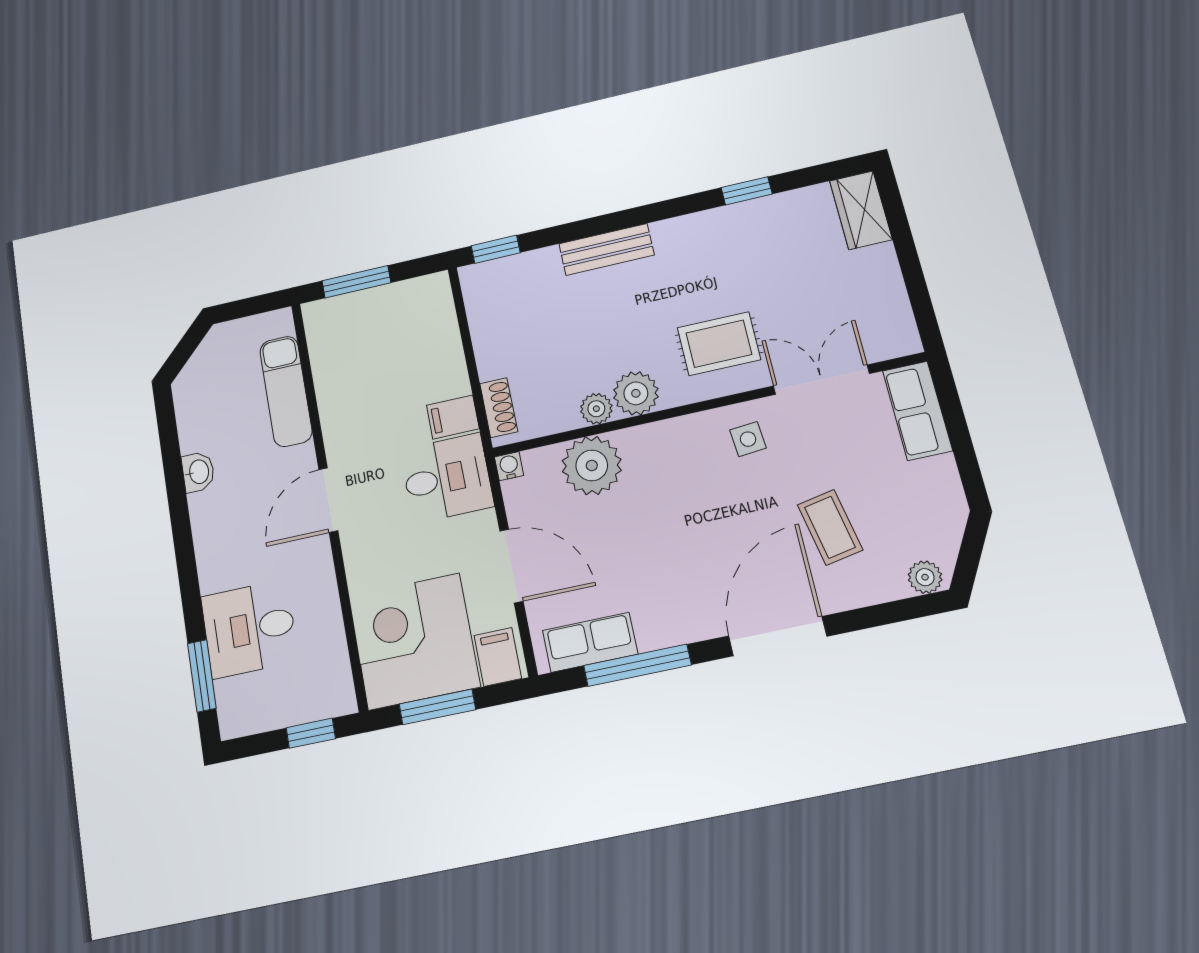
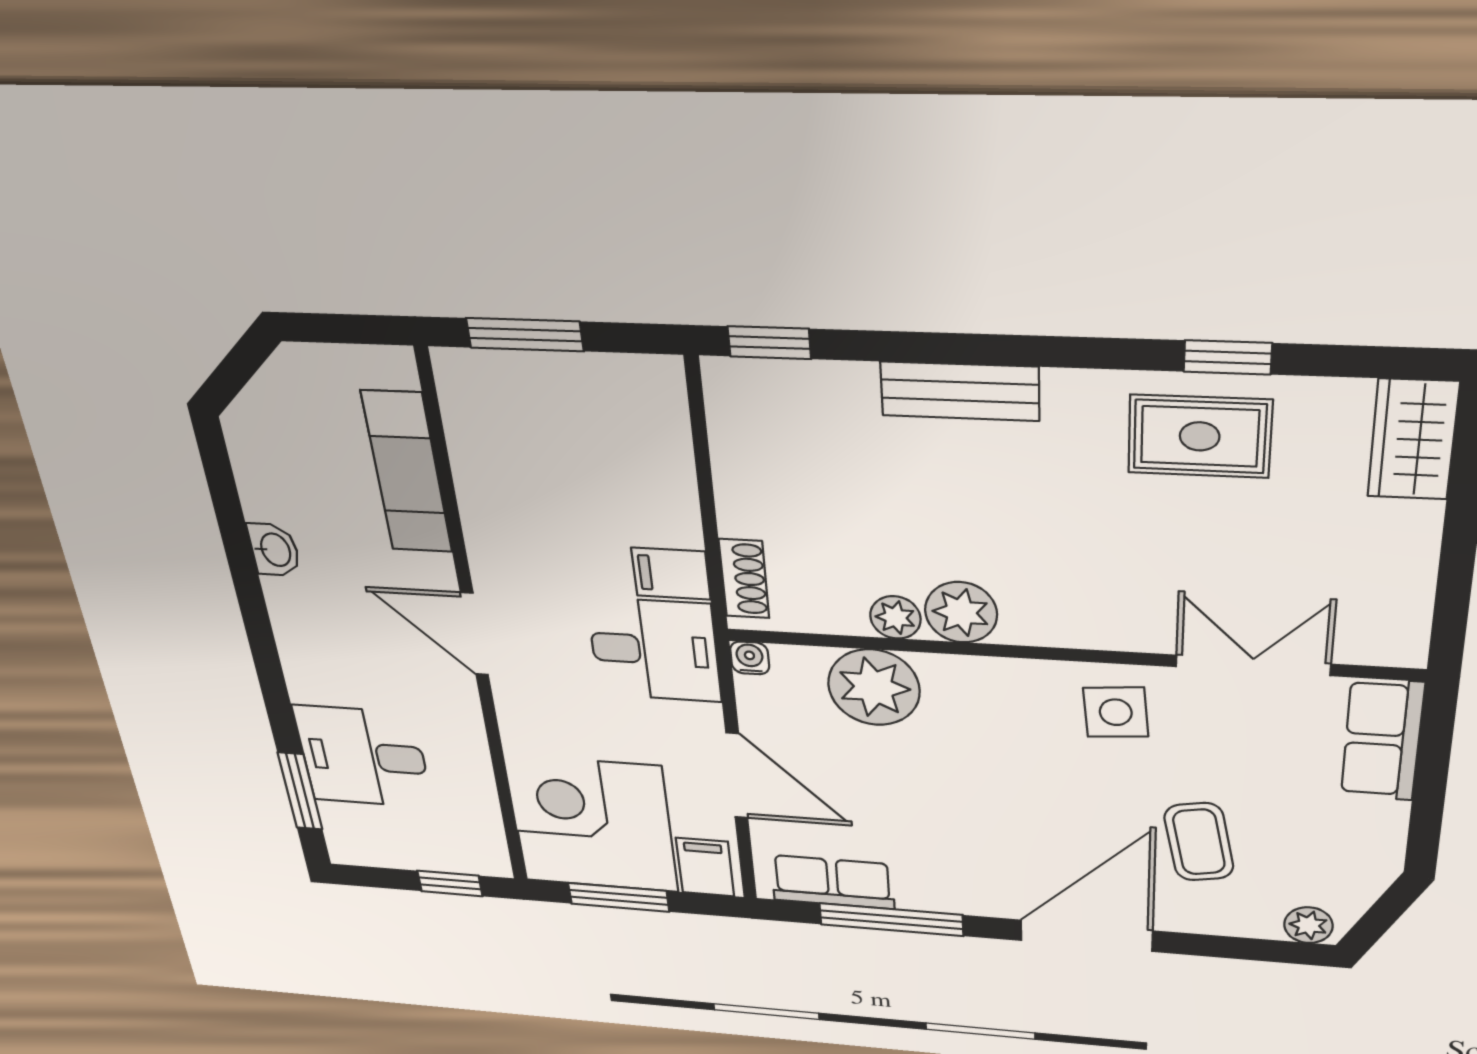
rug: (719, 344) -> (1200, 436), moved
side table: (748, 439) -> (1116, 712), width x1.37, depth x1.37
door: (328, 500) -> (474, 634), hinge flipped

